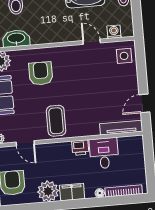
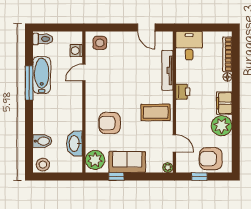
tv unit: (121, 128) -> (167, 70), moved
door: (25, 143) -> (174, 143), hinge flipped
desk: (104, 153) -> (189, 46), moved, turned 90

